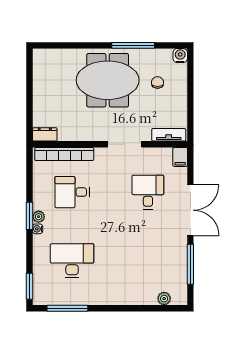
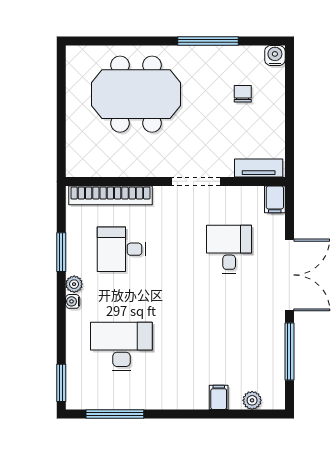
meeting table: (108, 80) -> (136, 94), moved
dresser: (45, 134) -> (83, 167), removed
window: (30, 216) -> (61, 252), moved
filing cabinet: (141, 296) -> (219, 397), added

